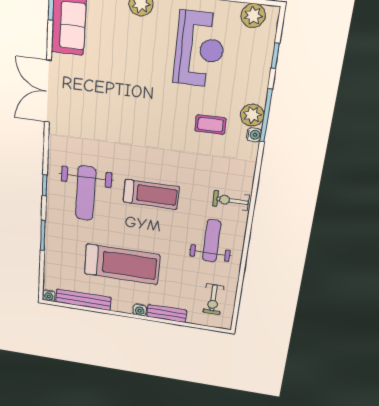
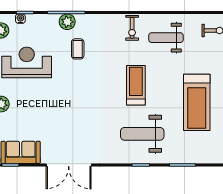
water cooler: (254, 135) -> (20, 19), moved
weight bench: (85, 193) -> (142, 134), turned 180
treadmill: (122, 264) -> (197, 102), turned 180

